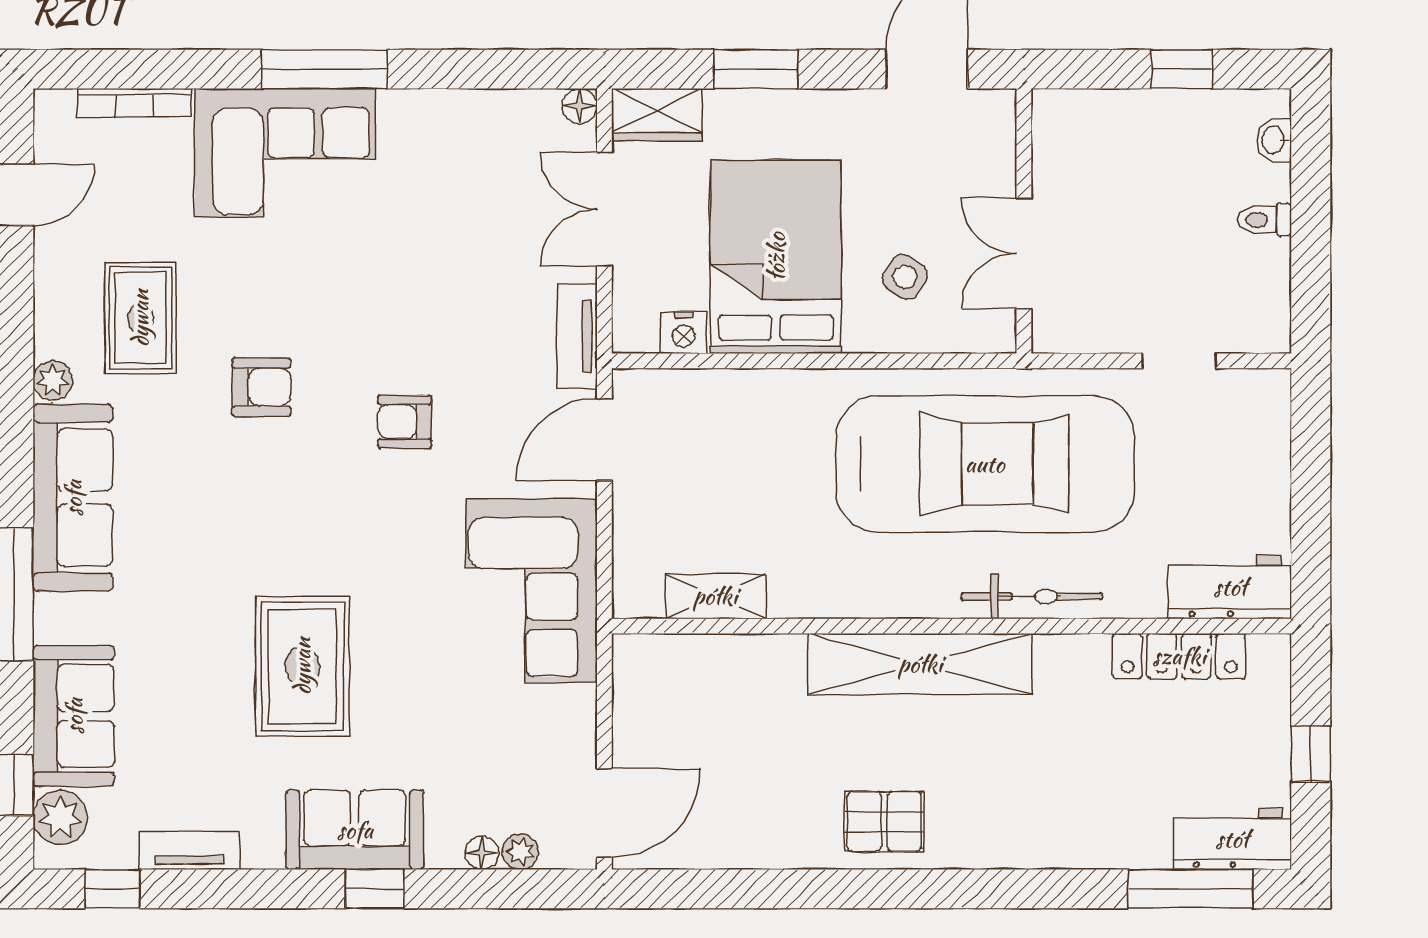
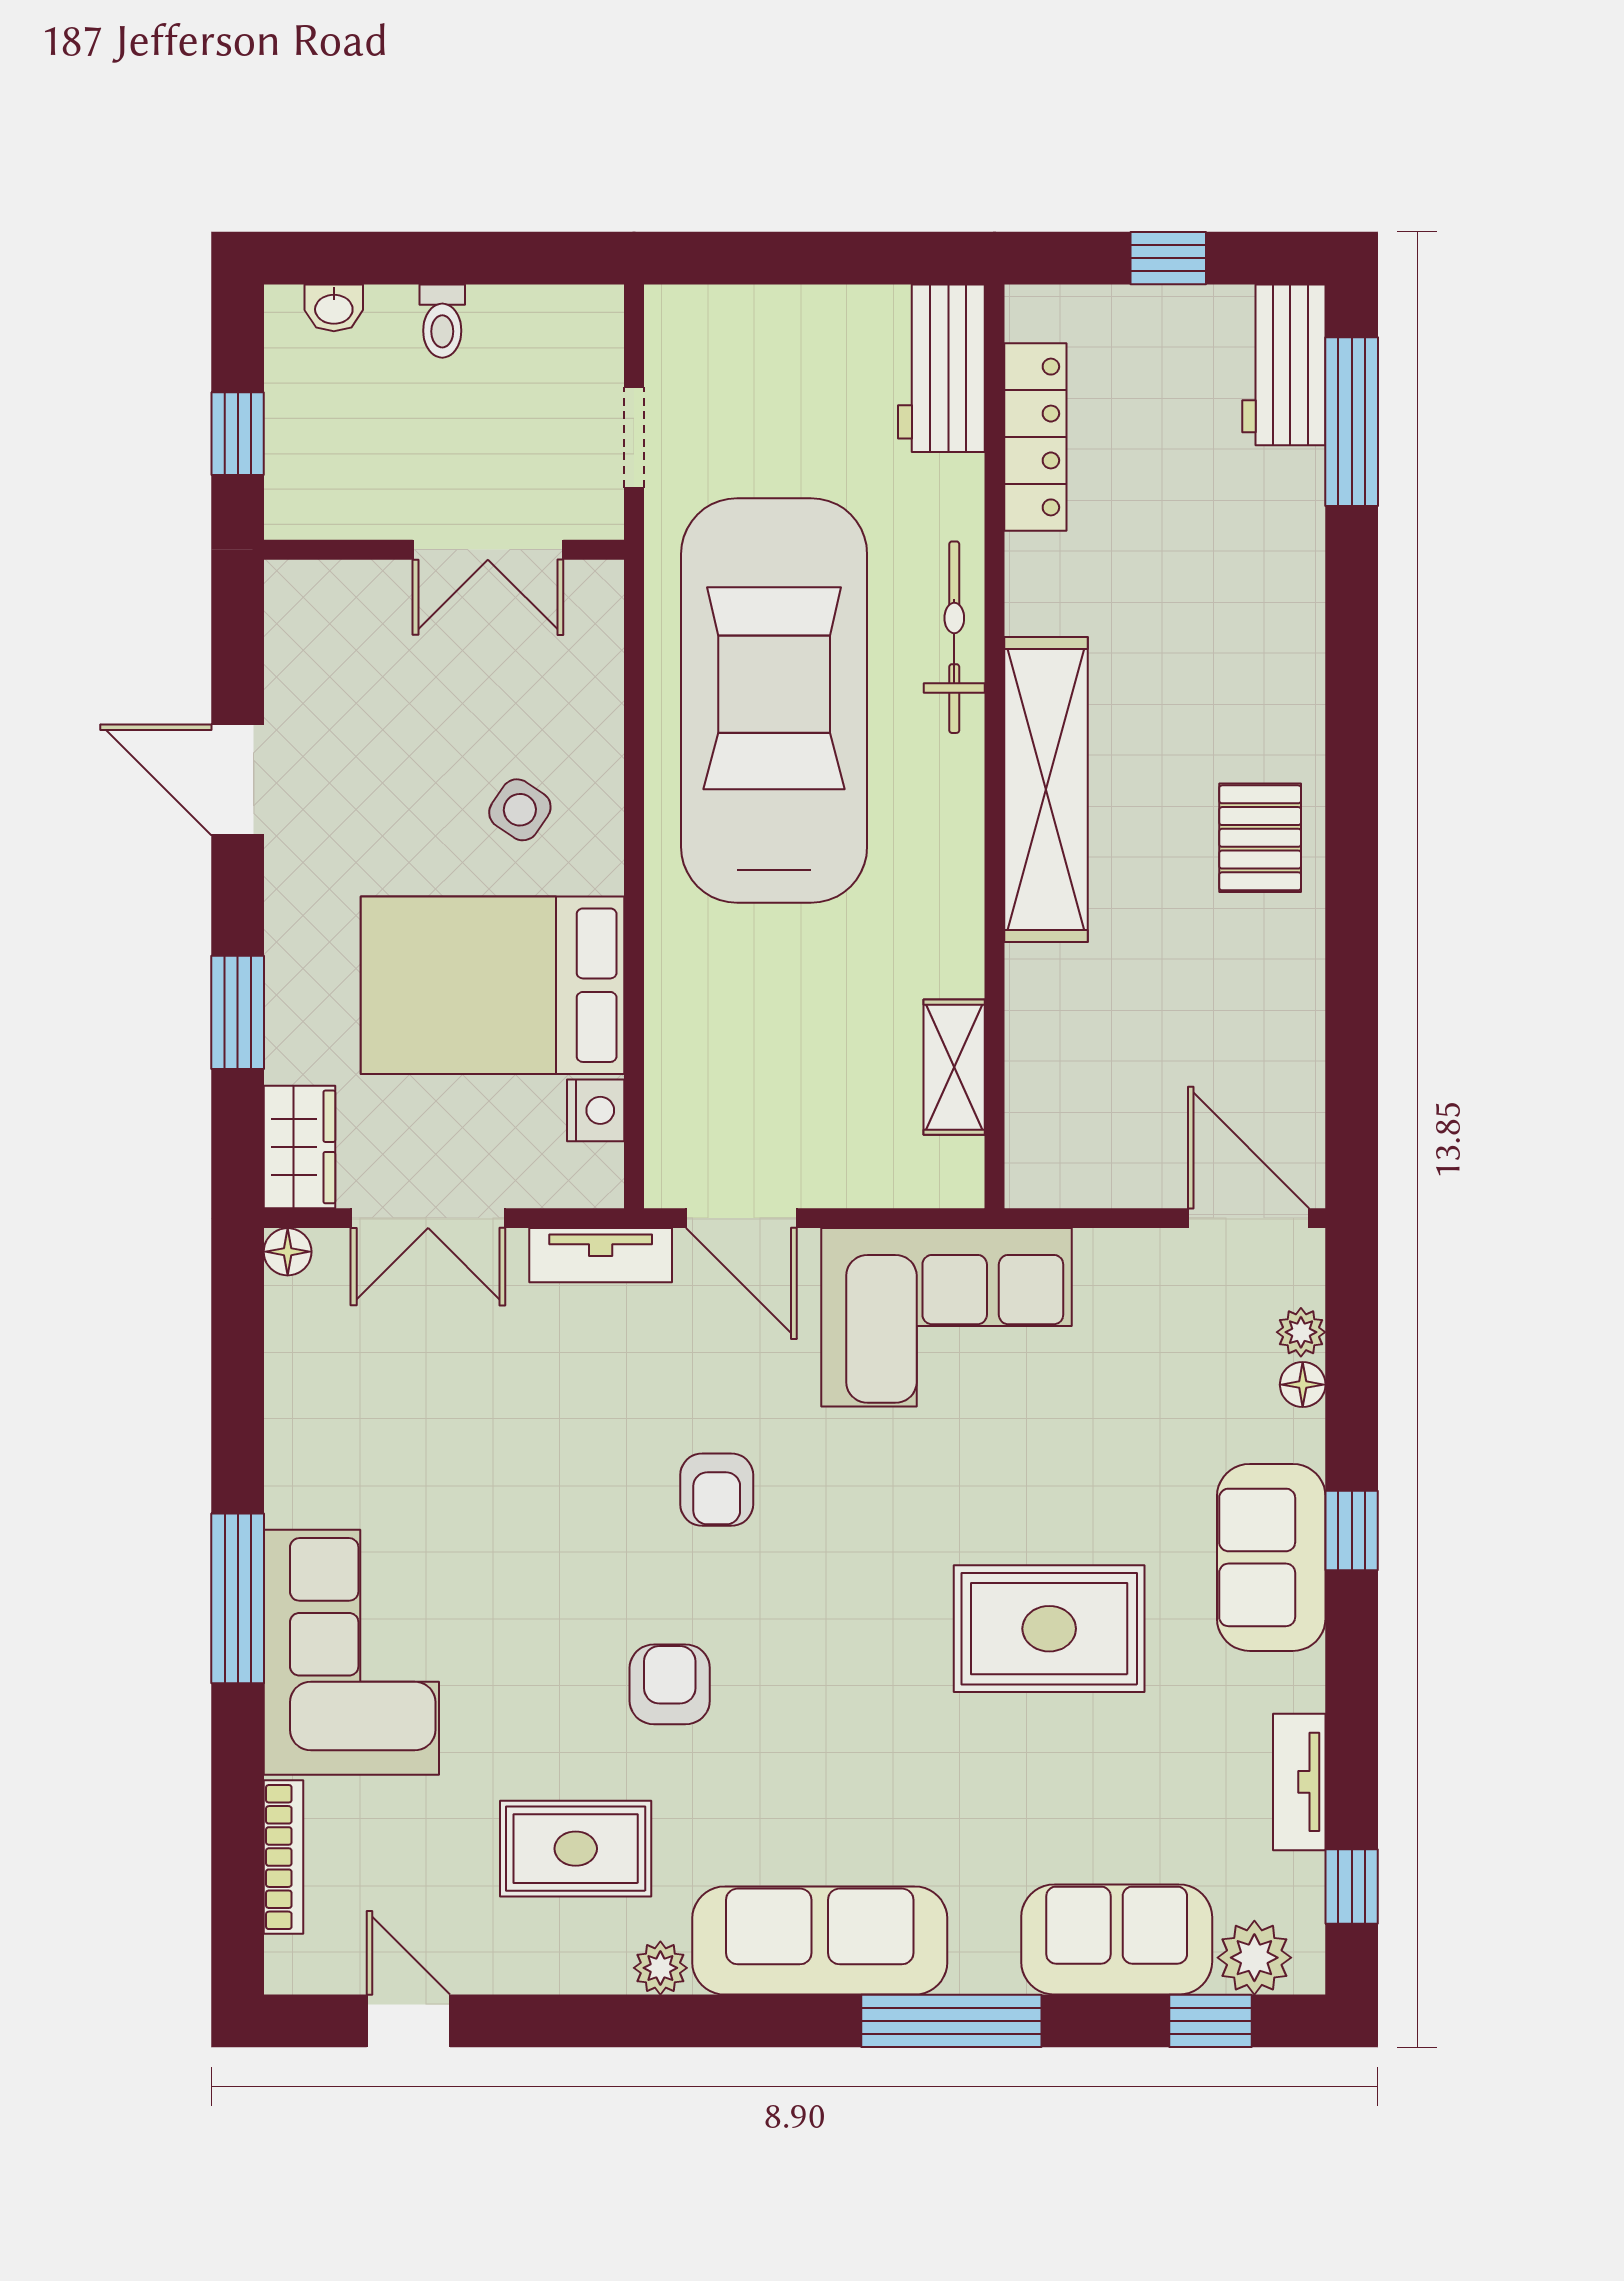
wall: (1024, 221) -> (444, 550), moved
double door: (1024, 253) -> (488, 550), moved

